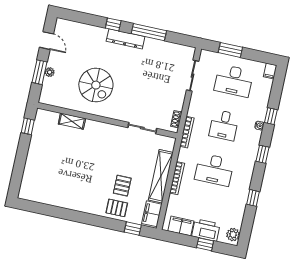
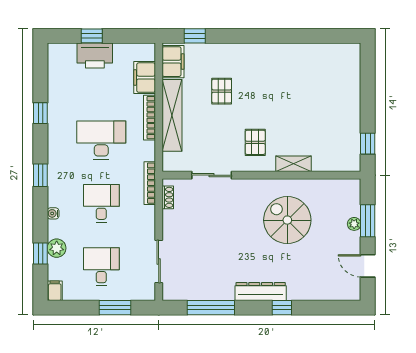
window: (149, 32) -> (211, 308), moved
desk: (234, 81) -> (101, 267), width x0.73
window: (271, 116) -> (40, 253), moved
shelving: (72, 121) -> (293, 164), moved
pallet: (117, 208) -> (255, 142), moved, turned 90
filing cabinet: (181, 226) -> (145, 78), moved, turned 90
plant: (233, 235) -> (57, 248), moved

